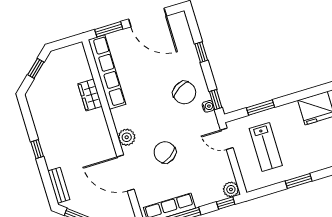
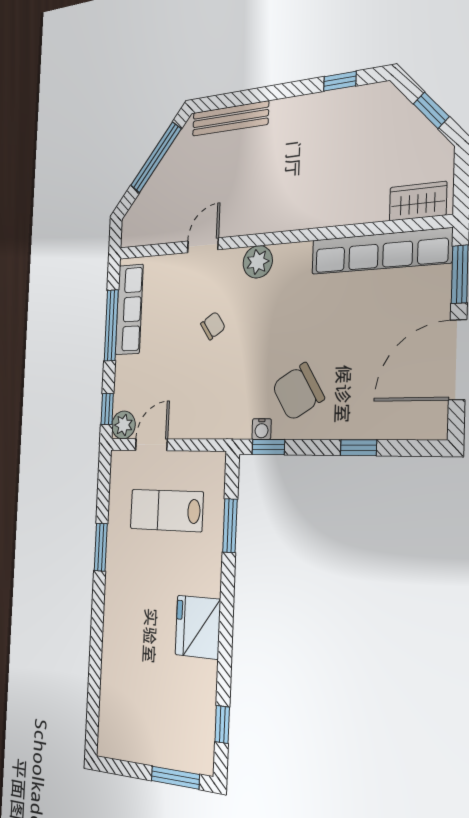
wardrobe: (90, 95) -> (418, 201), moved
door: (227, 139) -> (151, 445), moved
window: (37, 149) -> (340, 81), moved
chair: (165, 152) -> (213, 326), width x0.54, depth x0.54
door: (125, 173) -> (203, 245), width x0.53
bench: (59, 185) -> (230, 119), width x1.36

